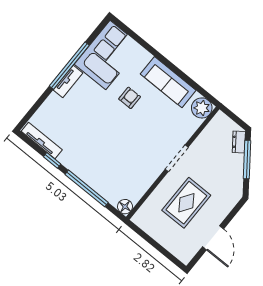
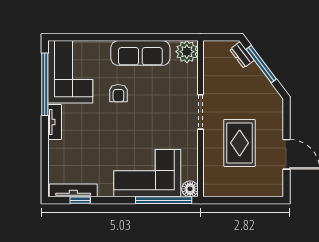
window: (69, 66) -> (45, 84), moved
armchair: (130, 98) -> (118, 93), turned 180
window: (52, 160) -> (80, 200), moved
corner sofa: (104, 171) -> (147, 173), added
window: (87, 188) -> (164, 200), moved

